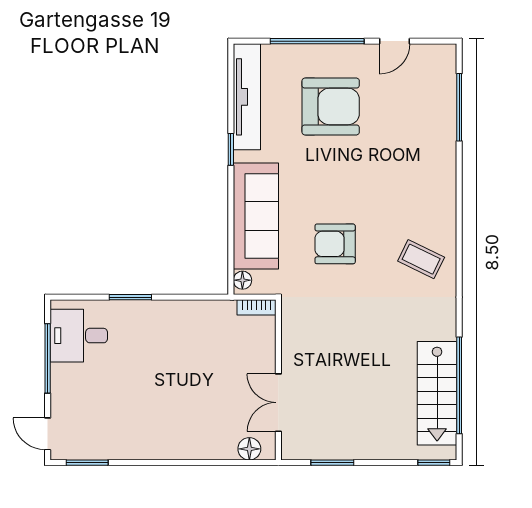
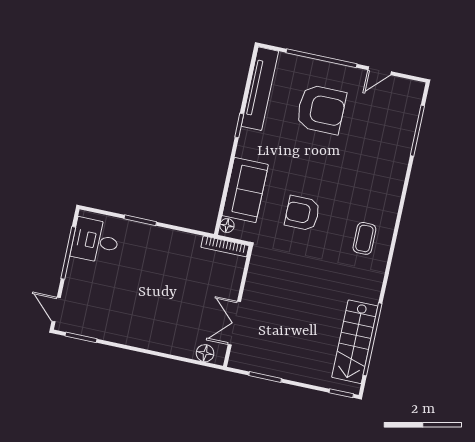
sofa: (256, 216) -> (245, 190), width x0.73
coffee table: (421, 259) -> (364, 238), turned 64
bookcase: (257, 307) -> (225, 246), width x1.56

